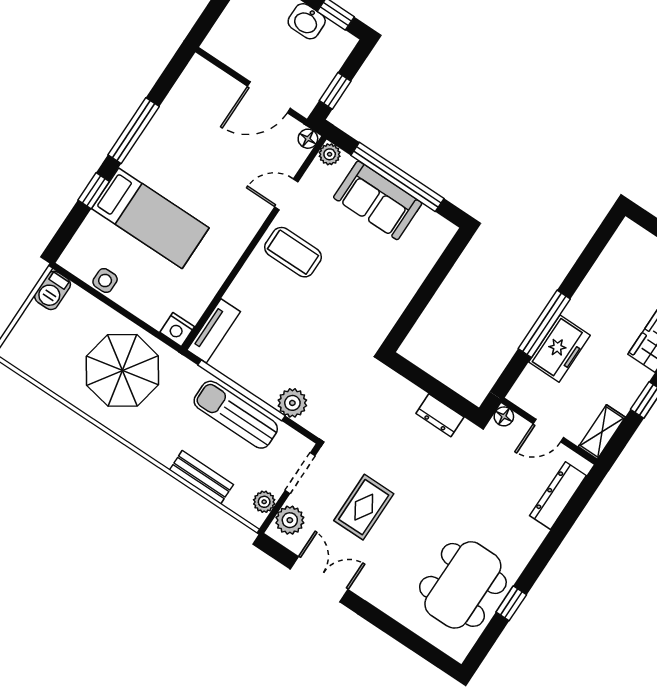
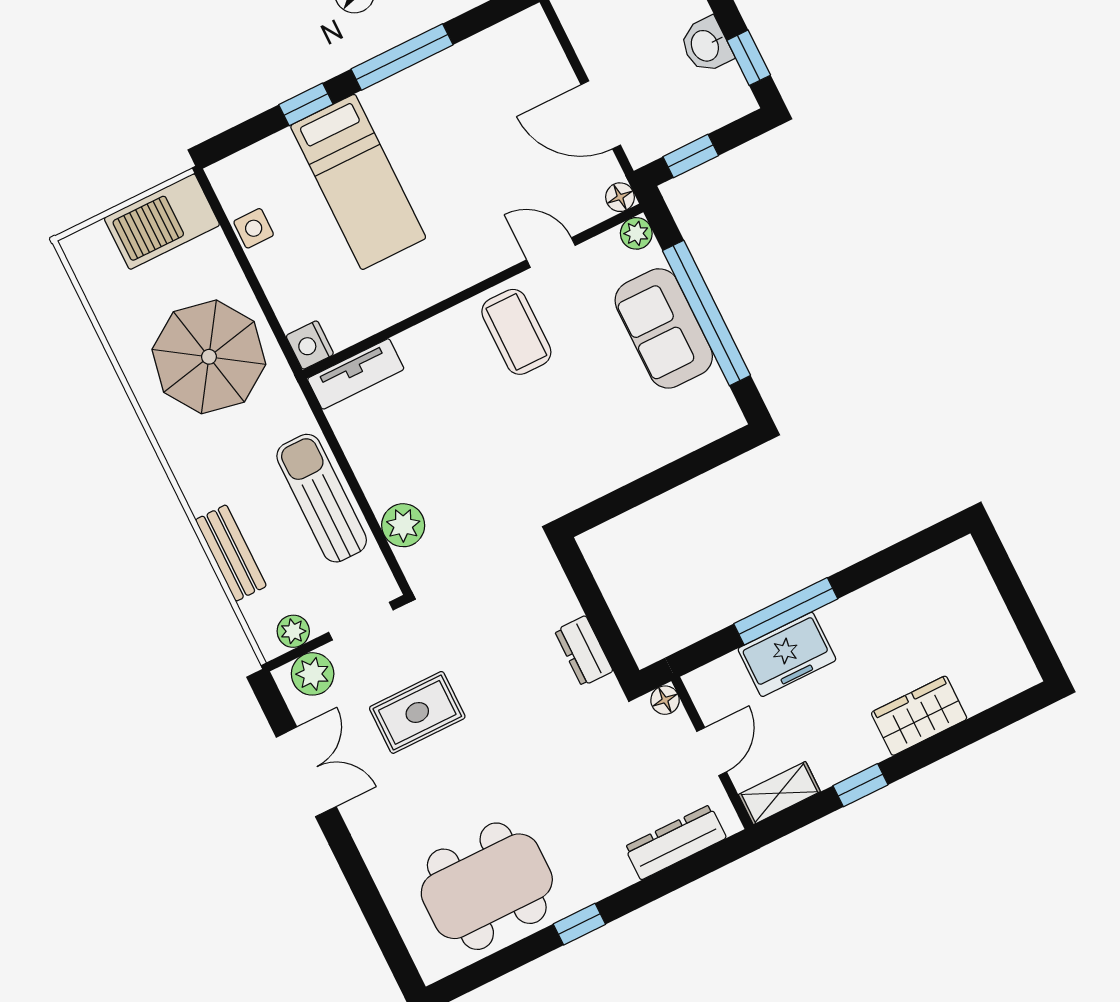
barbecue: (53, 290) -> (162, 221), width x1.88, depth x1.53
window: (242, 390) -> (347, 471), removed
door: (548, 431) -> (712, 752), swing flipped
window: (511, 603) -> (579, 924), moved

